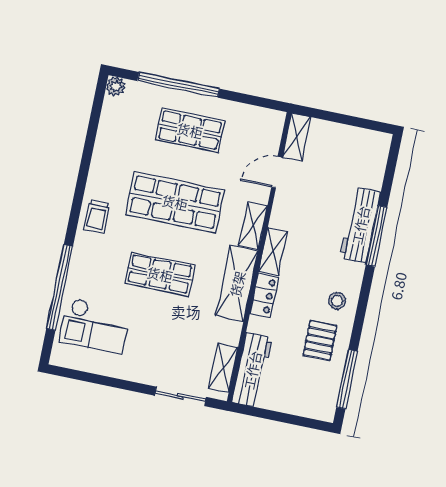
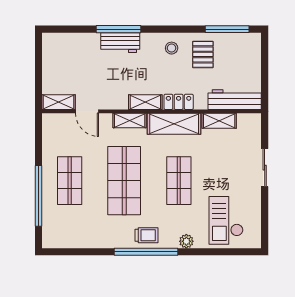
plant: (116, 86) -> (186, 241), moved
workbench: (360, 225) -> (120, 43), width x0.73
window: (60, 287) -> (146, 252), moved
checkout: (95, 326) -> (226, 220), turned 180
pallet: (320, 340) -> (203, 54), turned 90
shelving: (223, 368) -> (219, 121), moved
sliding door: (180, 396) -> (265, 168), moved

